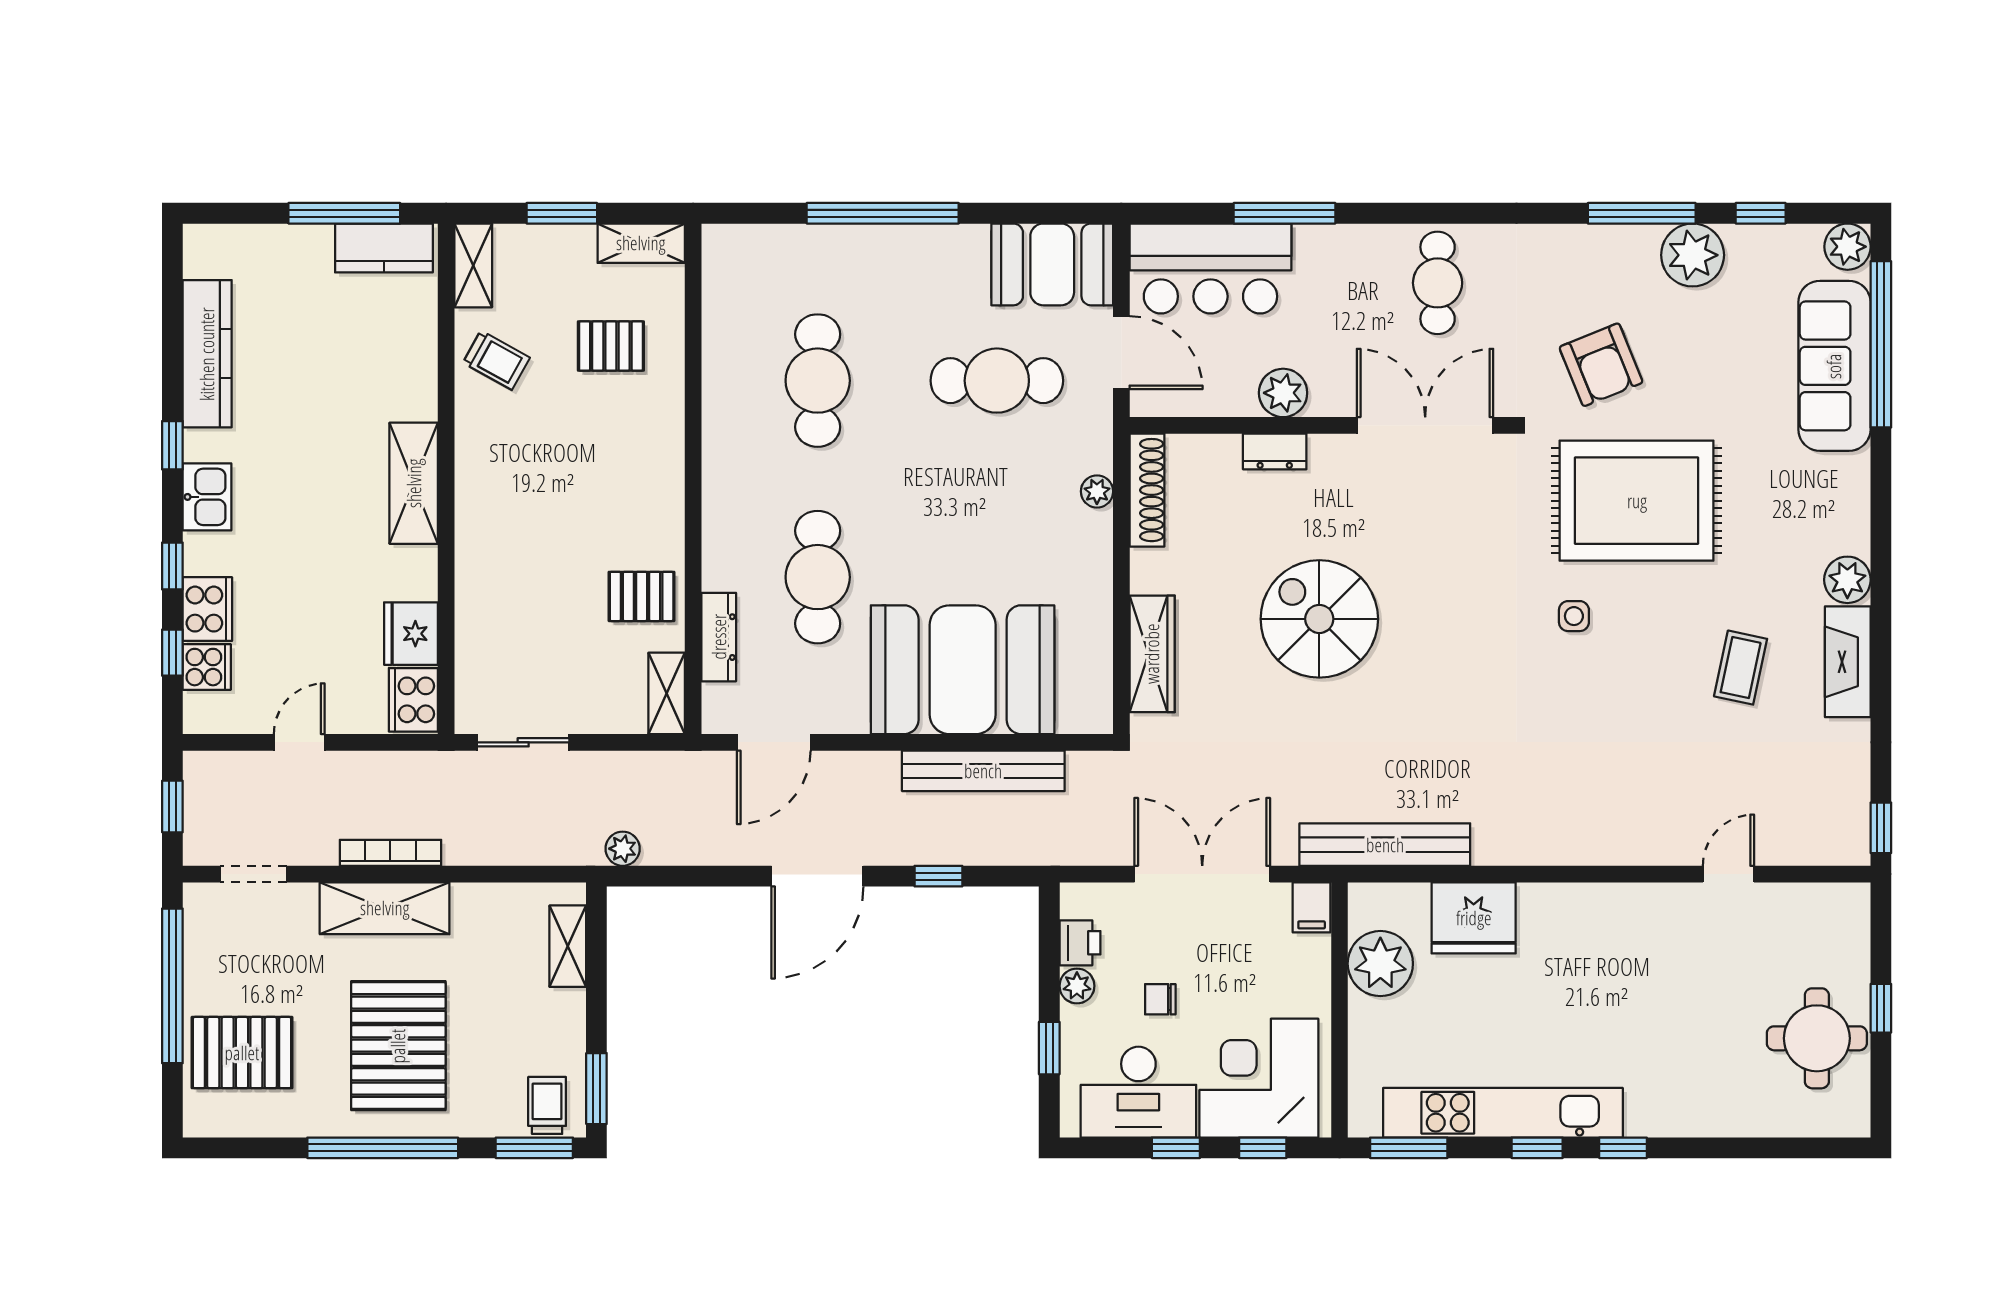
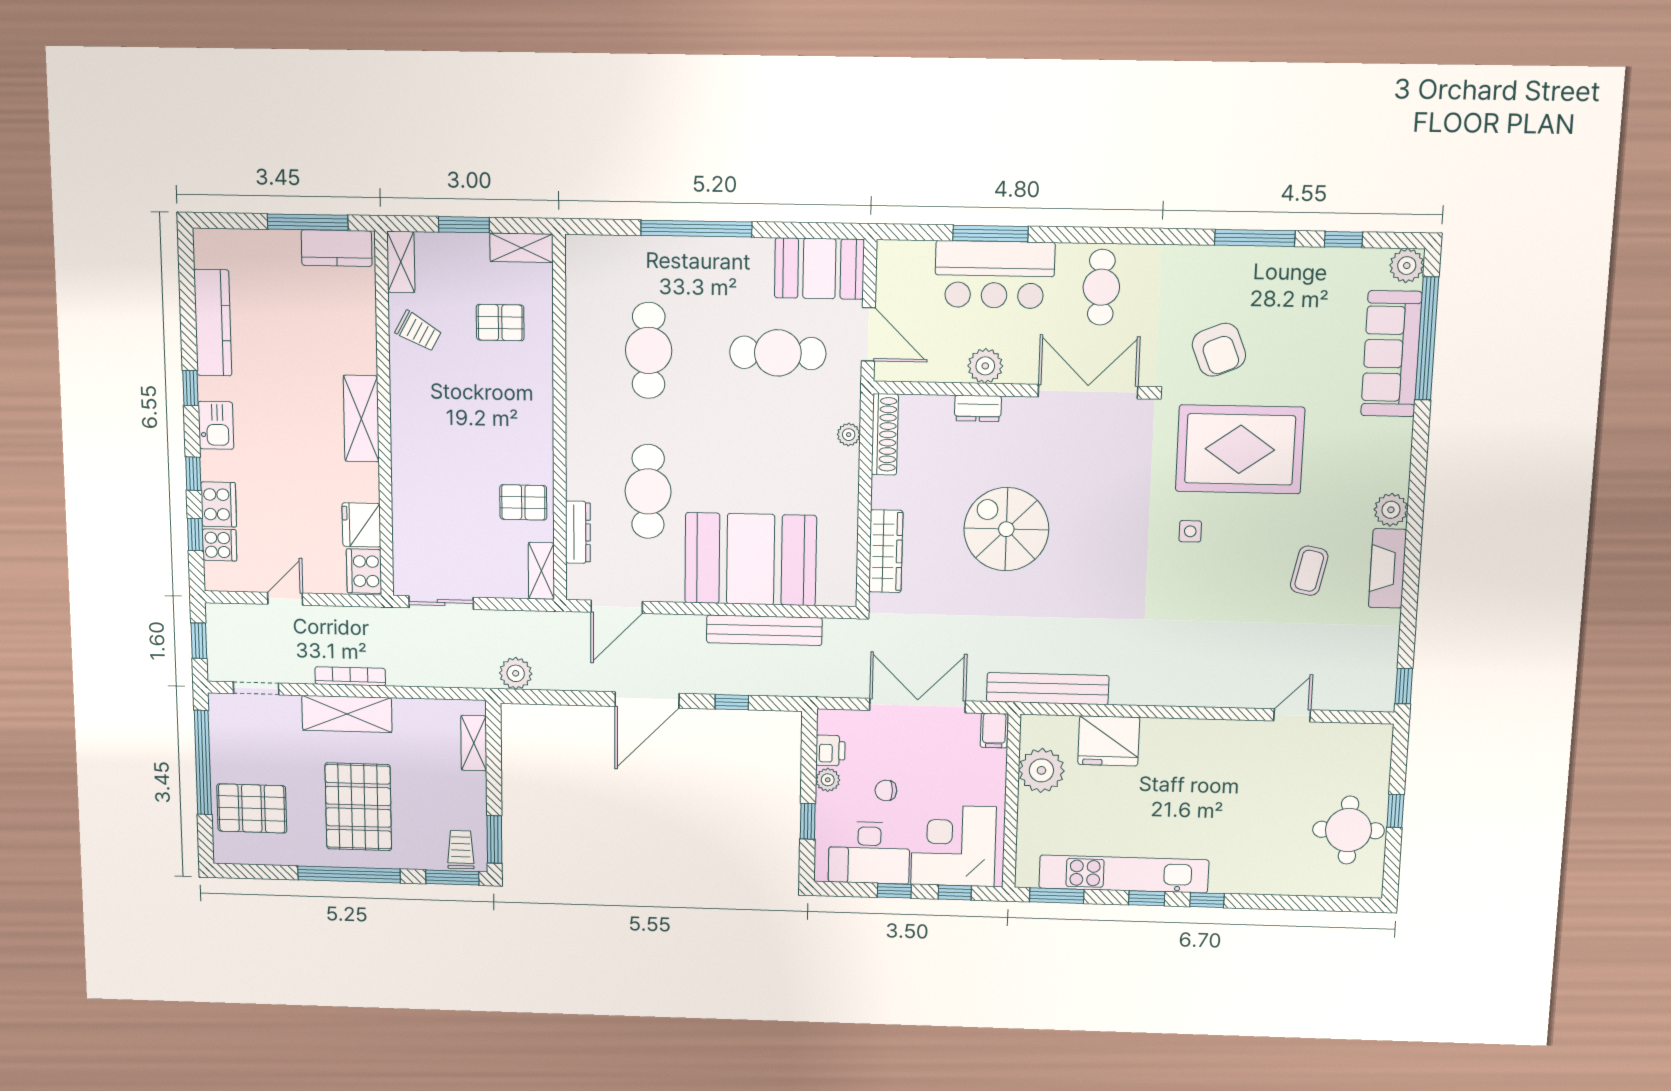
plant: (1693, 255) -> (1291, 270), removed
bar counter: (1210, 269) -> (995, 275), moved
plant: (623, 849) -> (516, 673), width x1.38, depth x1.38

